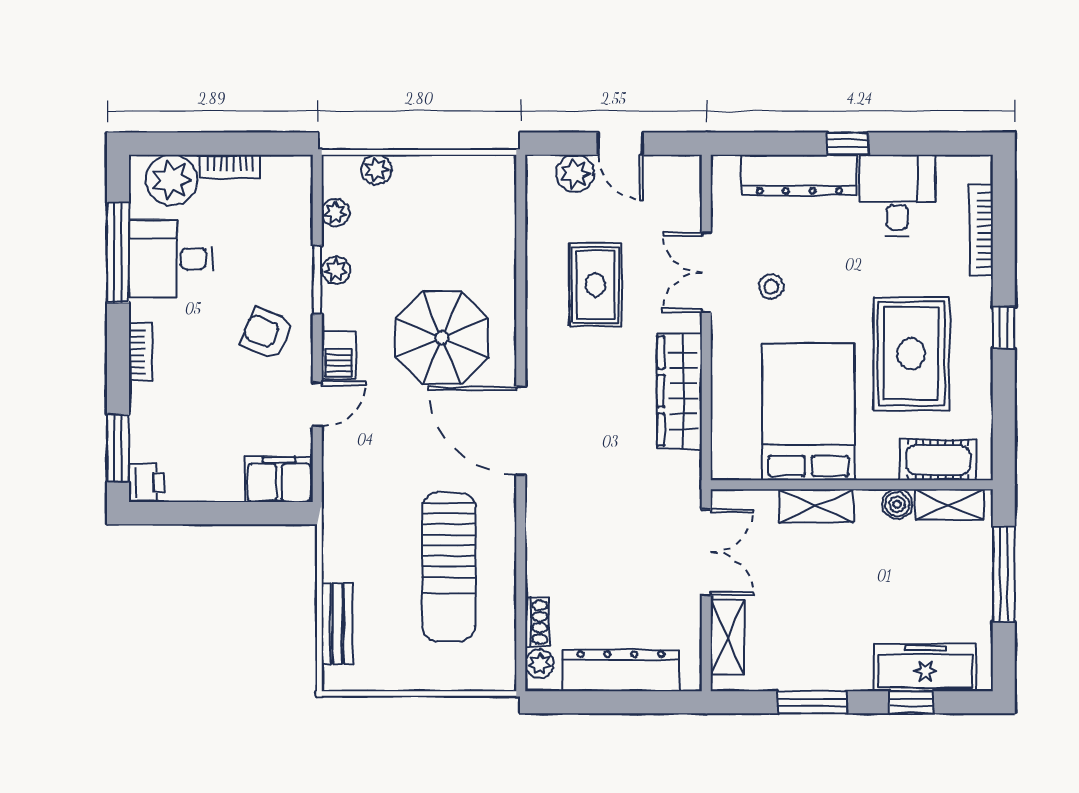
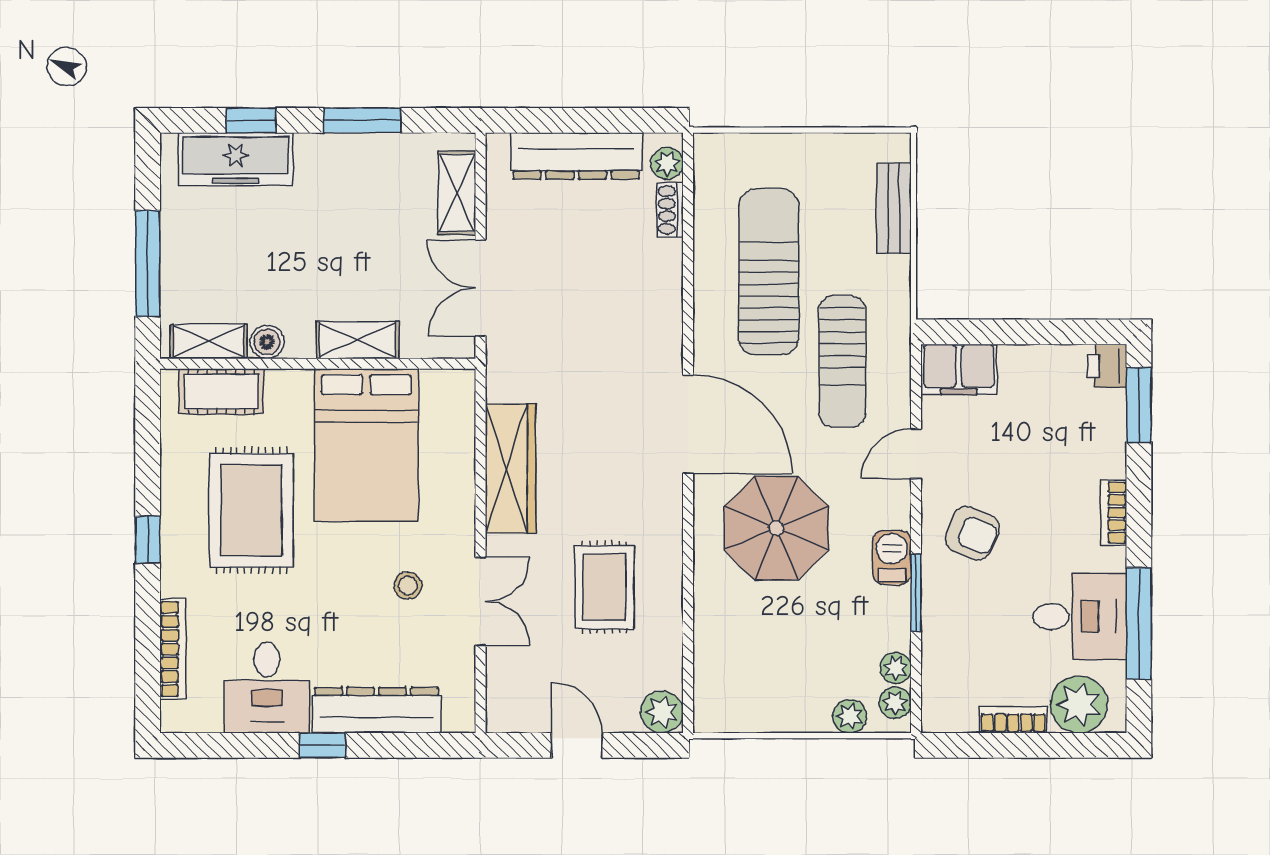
plant: (575, 173) -> (662, 712), moved
plant: (336, 270) -> (895, 703), moved
barbecue: (339, 355) -> (892, 557), moved
sun lounger: (383, 487) -> (842, 361), added

